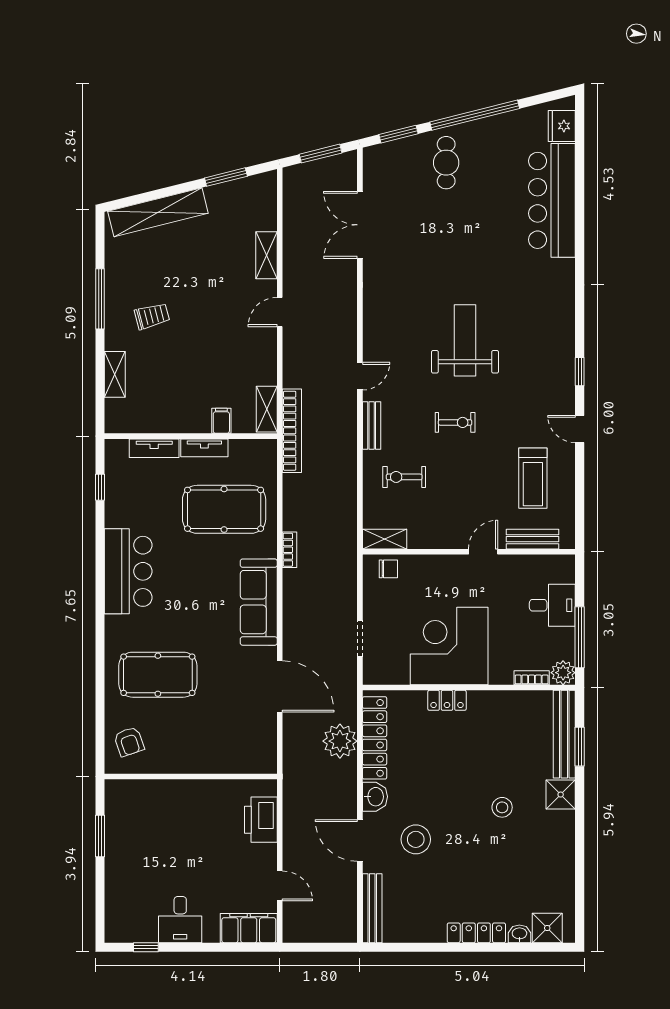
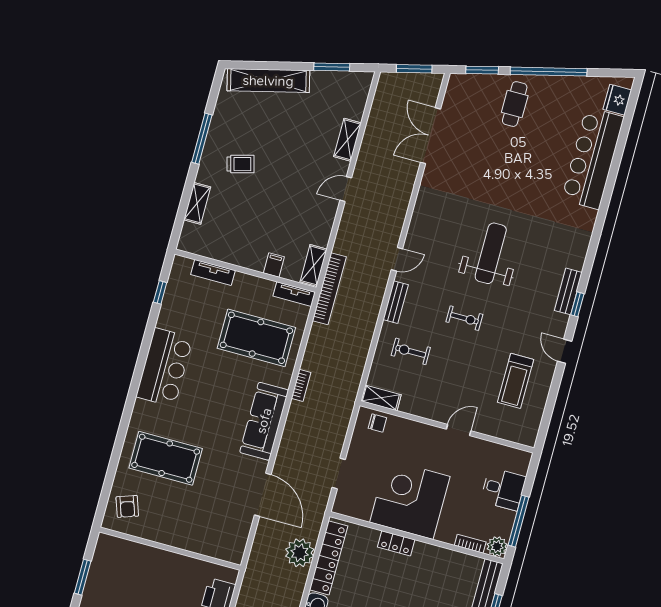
tv unit: (204, 448) -> (294, 294), moved
bench: (533, 539) -> (568, 291), moved, turned 90

